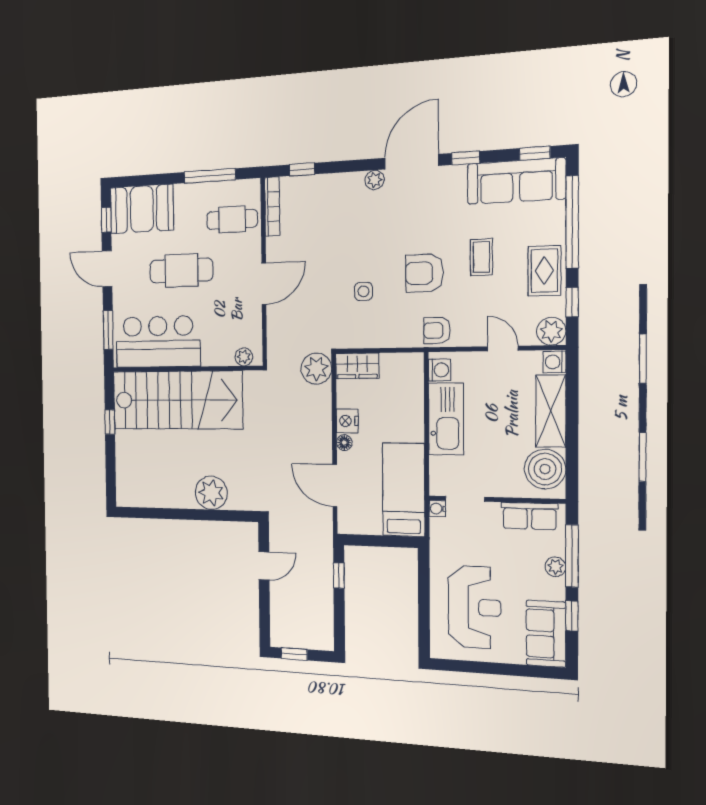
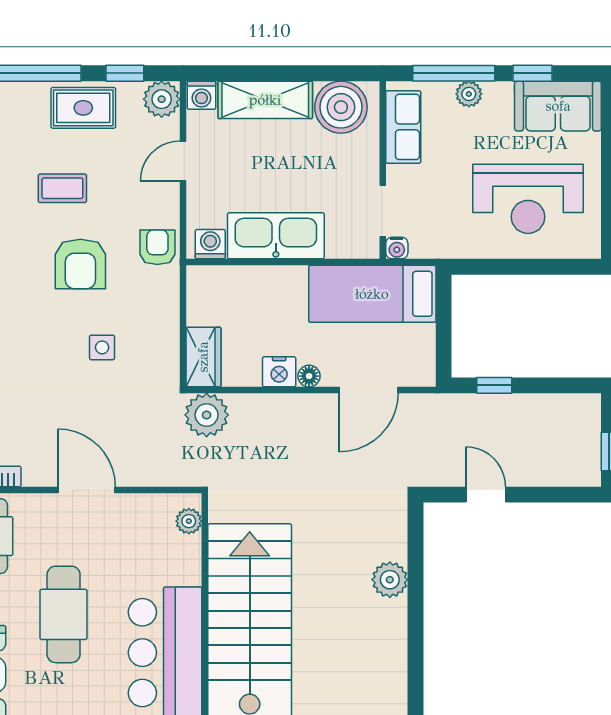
armchair: (437, 330) -> (157, 247), turned 180
plant: (211, 493) -> (390, 580), width x0.73, depth x0.73
reception desk: (474, 607) -> (528, 199), turned 180

